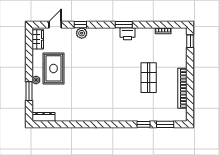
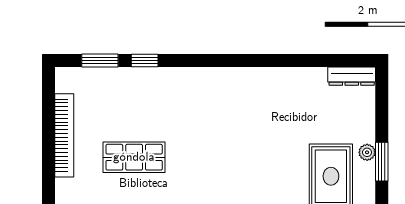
shop shelf: (149, 78) -> (134, 157), turned 90
window: (29, 91) -> (382, 162), moved

